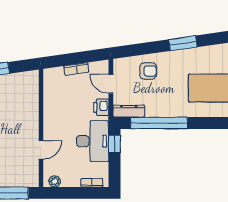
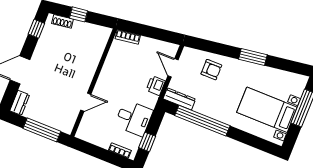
bookcase: (76, 69) -> (128, 37), moved
desk: (93, 141) -> (134, 118), width x0.73
window: (115, 144) -> (147, 142), moved
plant: (55, 181) -> (87, 136), removed

